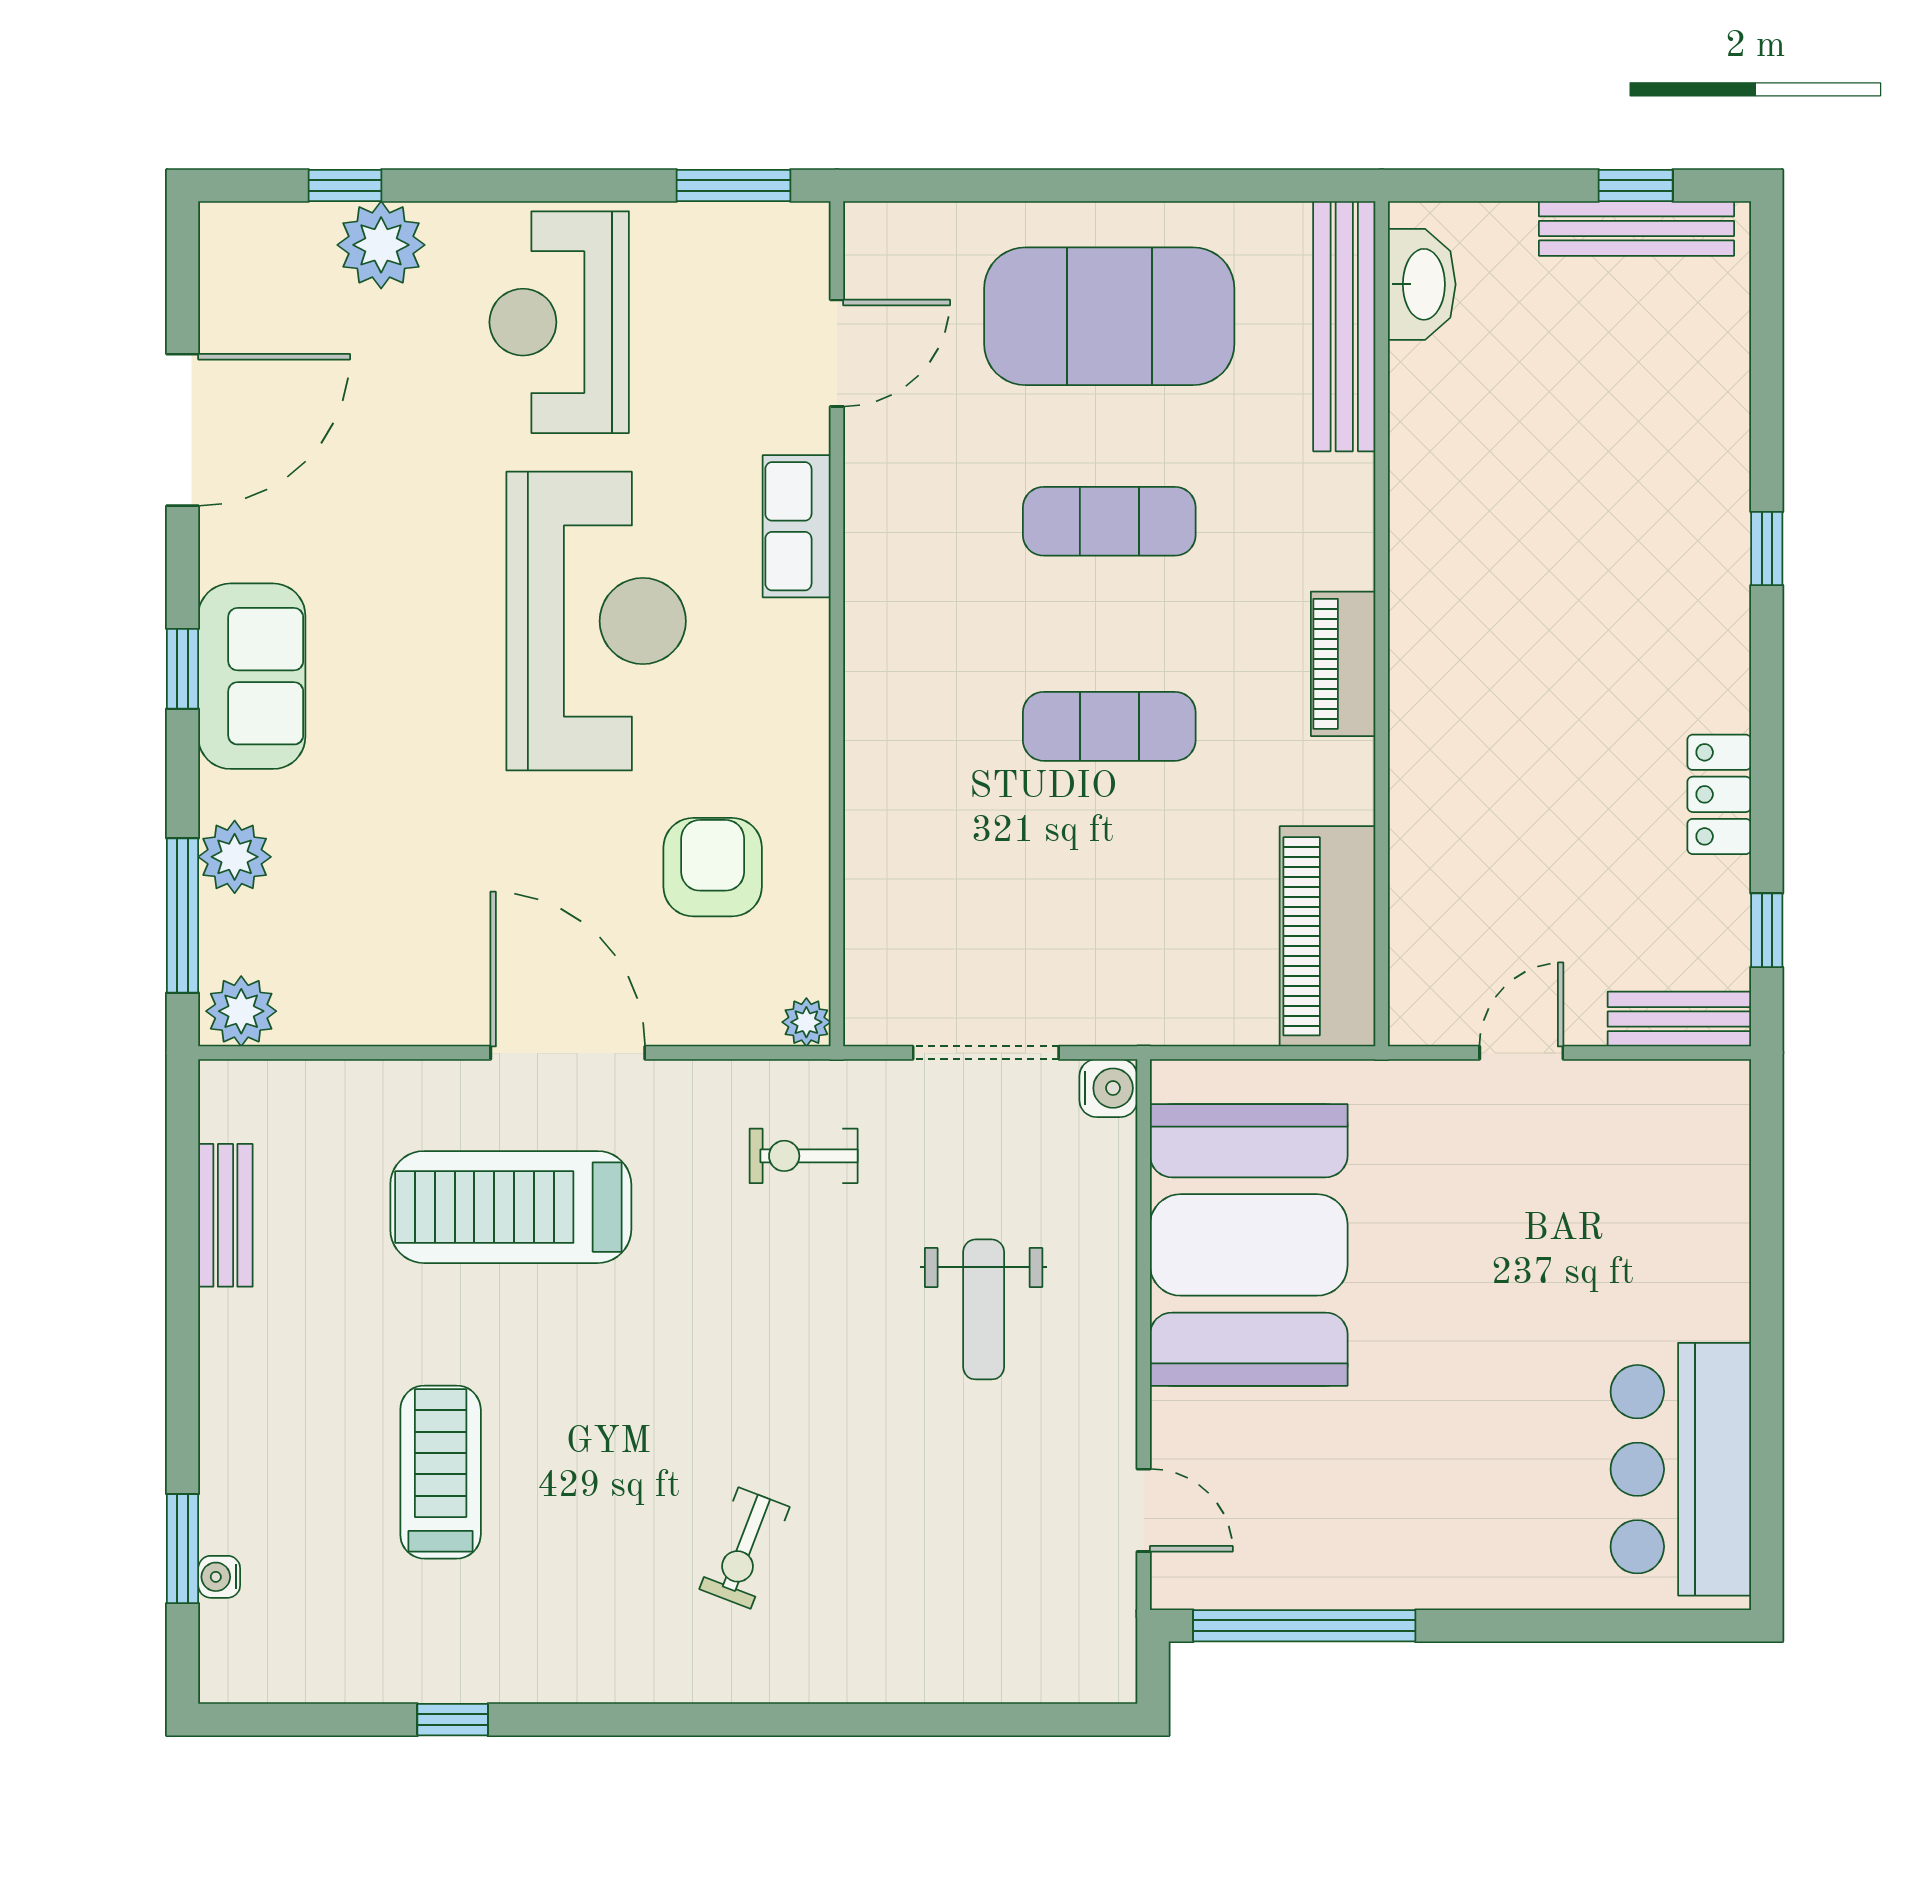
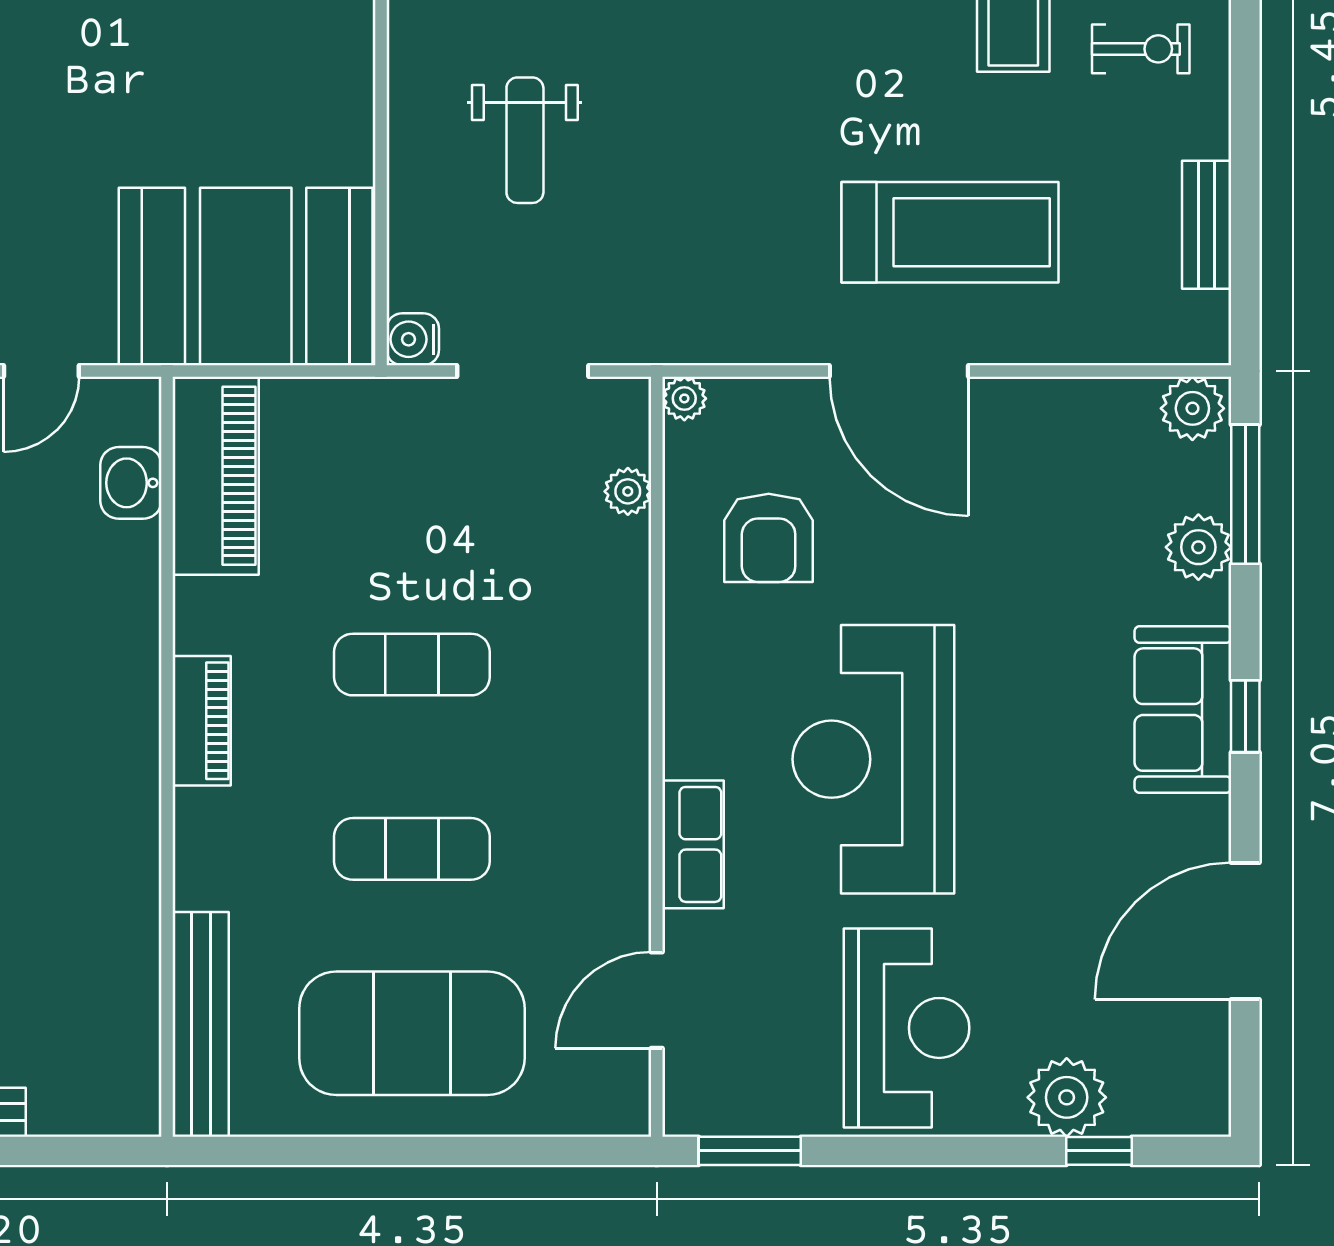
washbasin: (1422, 284) -> (131, 483), moved, width x0.72
plant: (869, 919) -> (628, 491), added
exercise bike: (804, 1156) -> (1141, 49), moved
booth: (1249, 1245) -> (246, 277), moved, turned 90
weight bench: (984, 1309) -> (525, 140), turned 180

